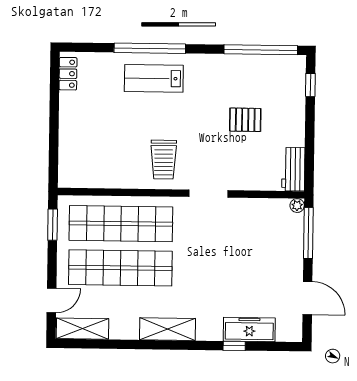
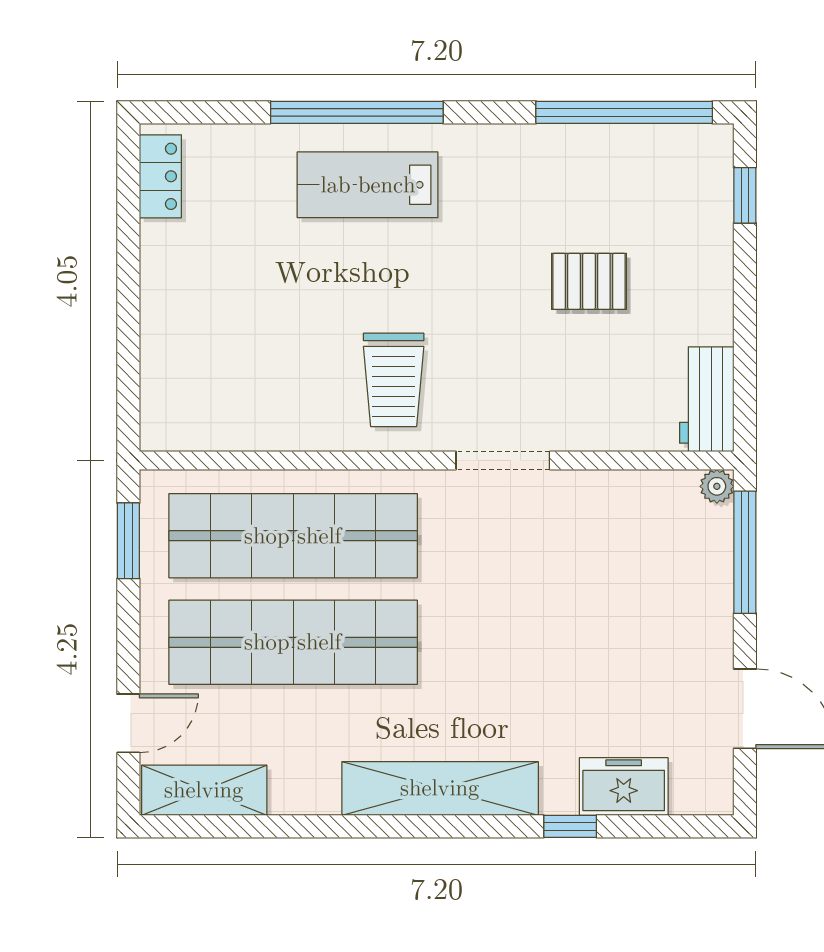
shelving: (168, 329) -> (440, 788), width x1.47
freezer: (249, 329) -> (624, 786), width x0.71

